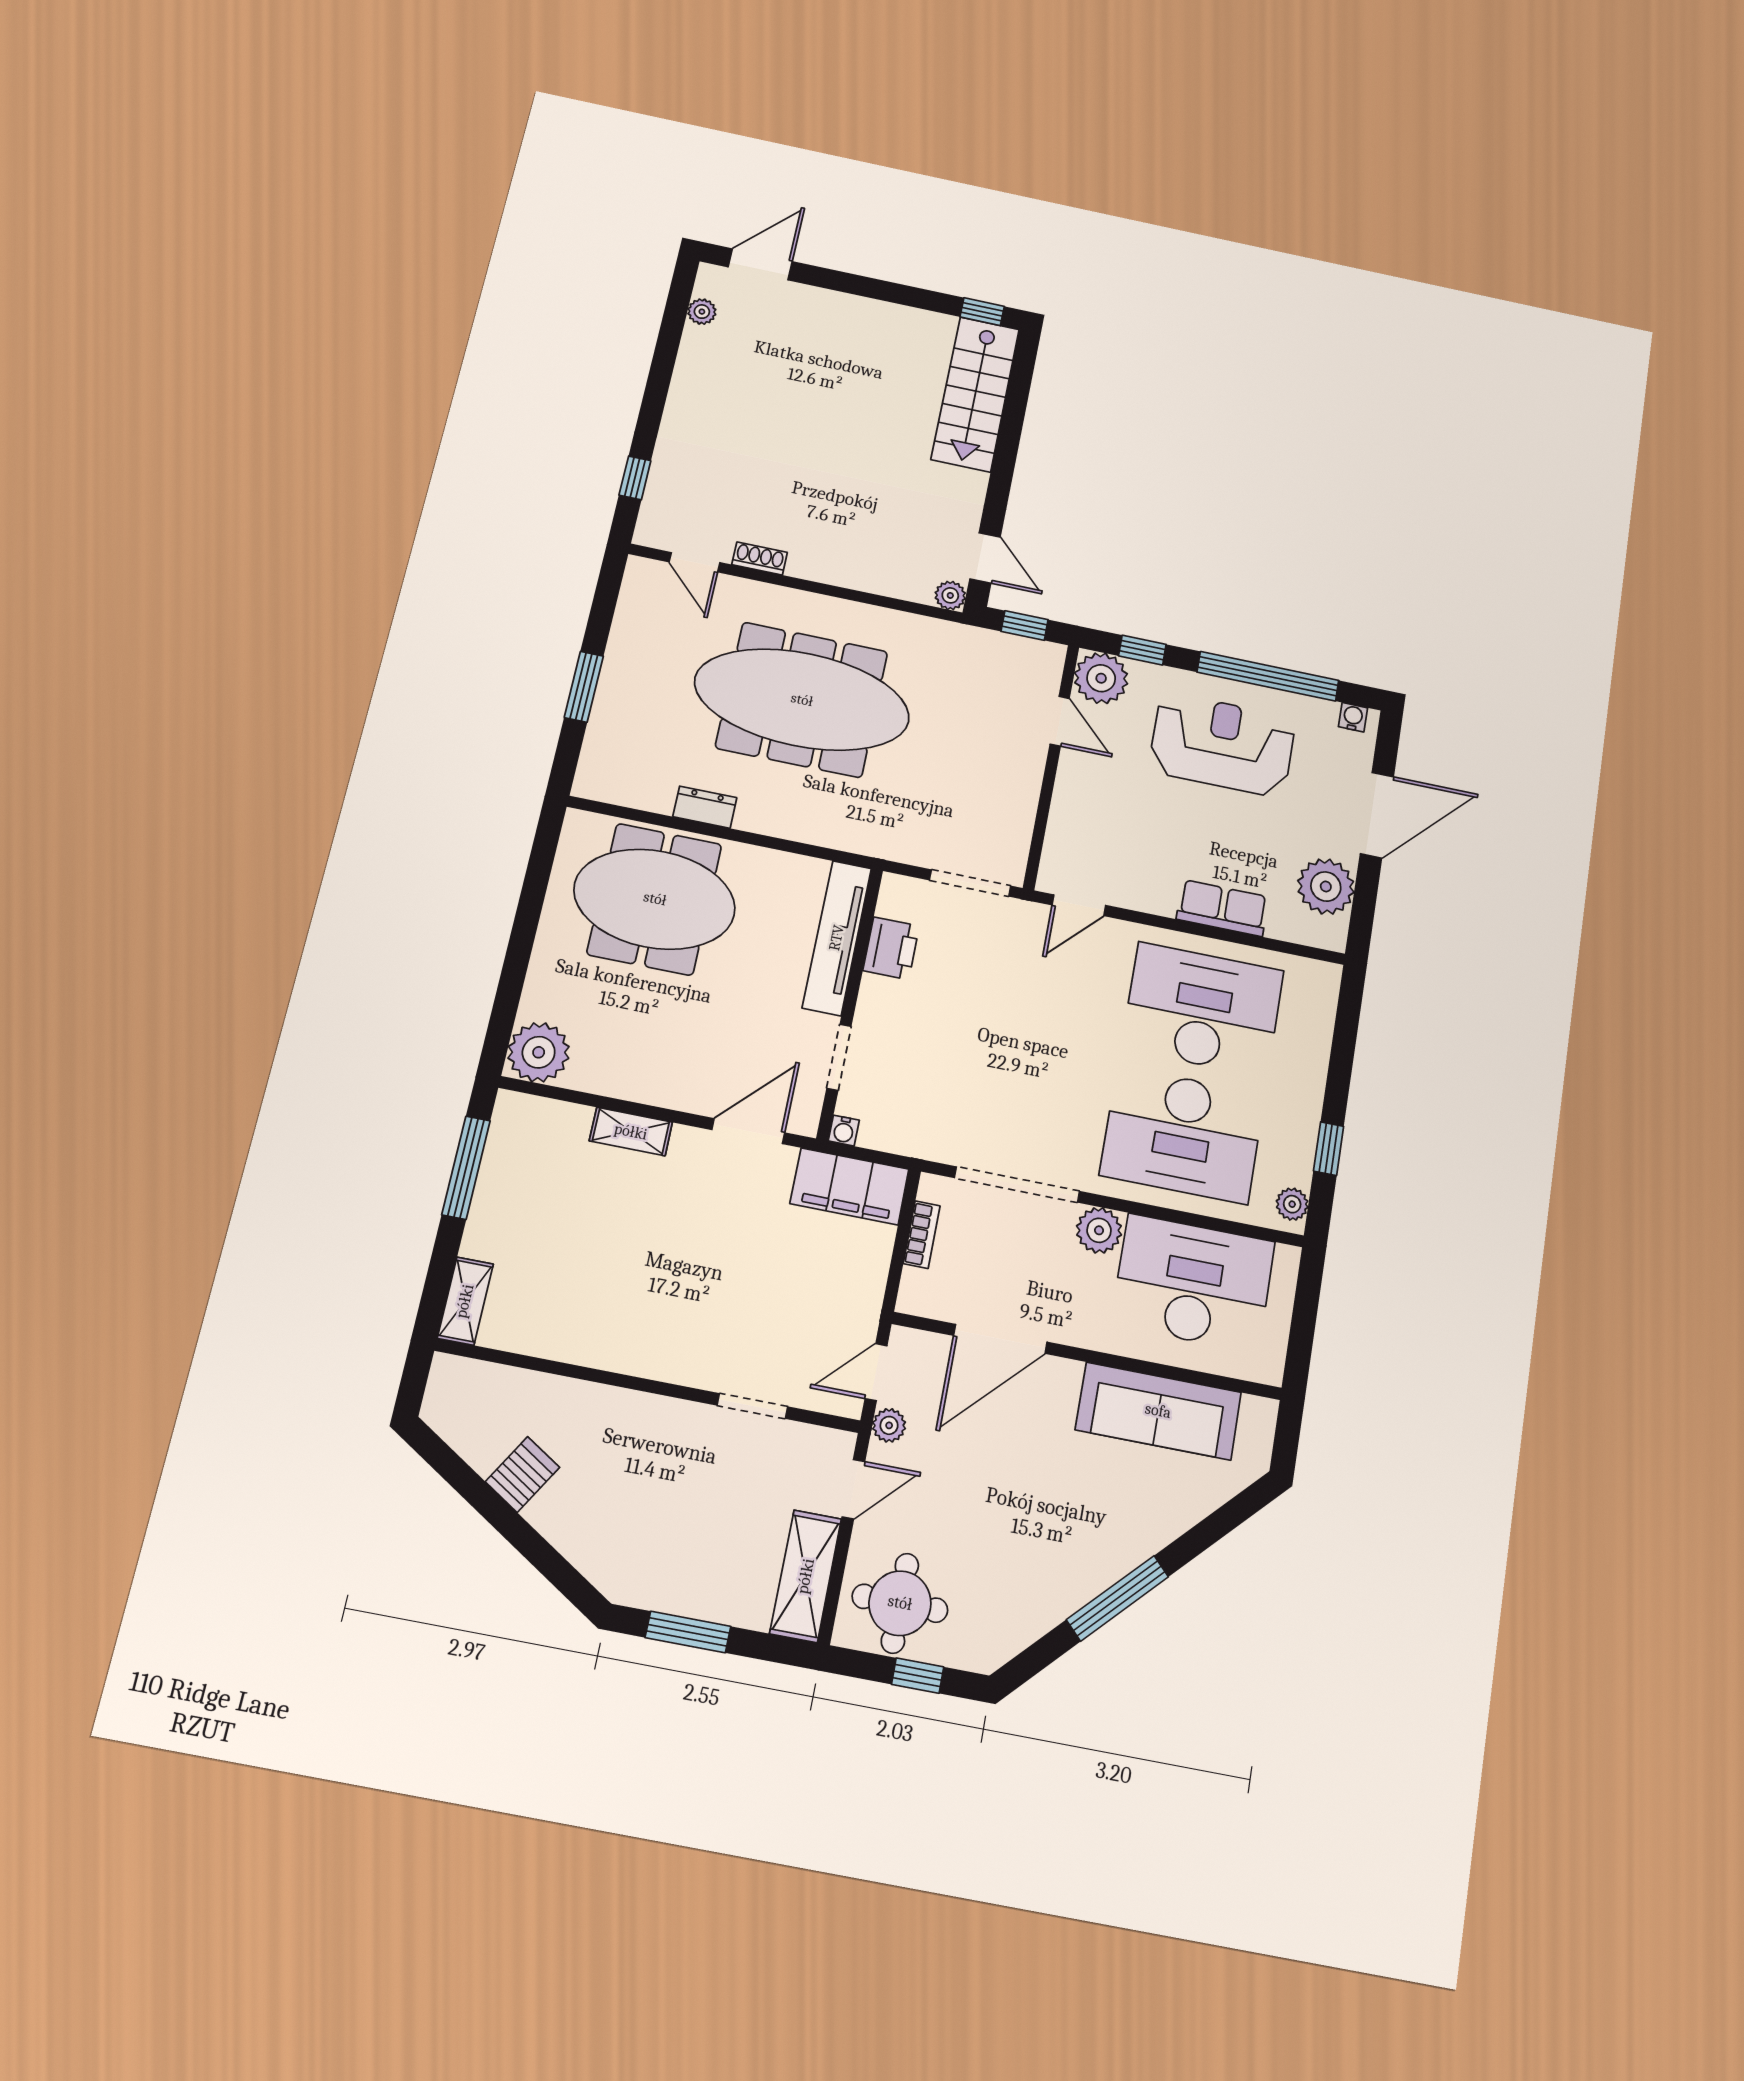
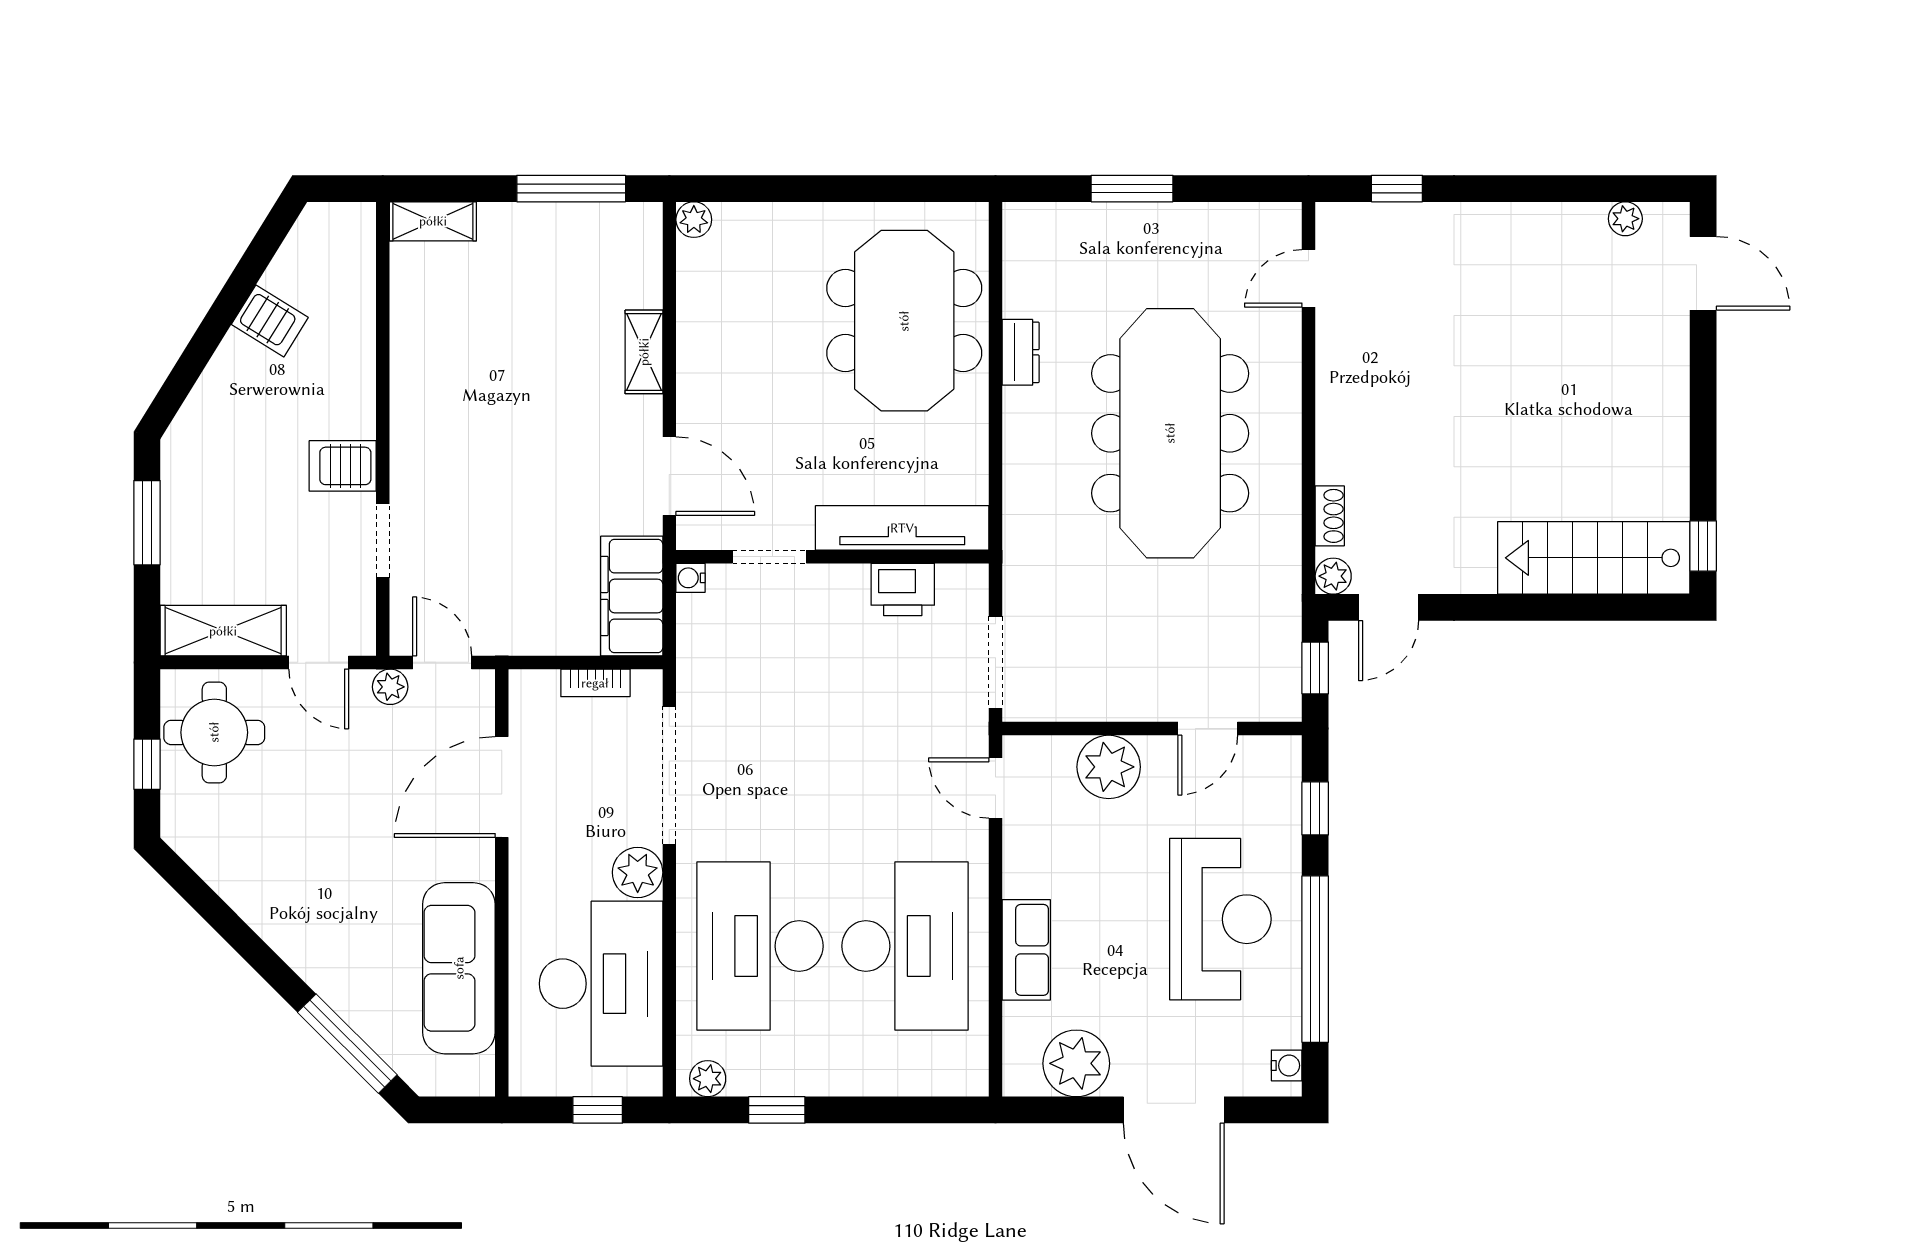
shoe rack: (760, 558) -> (1330, 516), moved
plant: (1101, 678) -> (1109, 767), moved
plant: (539, 1052) -> (694, 220), width x0.53, depth x0.53
window: (1305, 1308) -> (598, 1110), added
door: (1000, 1339) -> (502, 787), hinge flipped
server rack: (675, 1431) -> (343, 466), added
window: (1118, 1598) -> (347, 1044), moved

